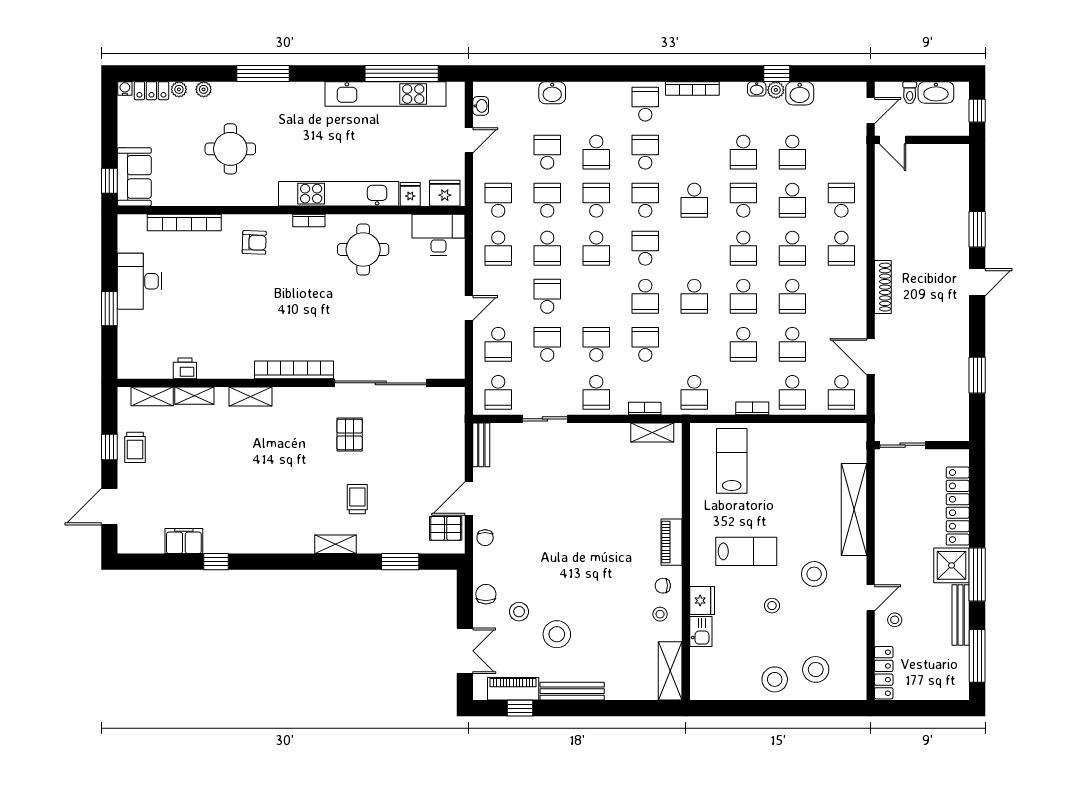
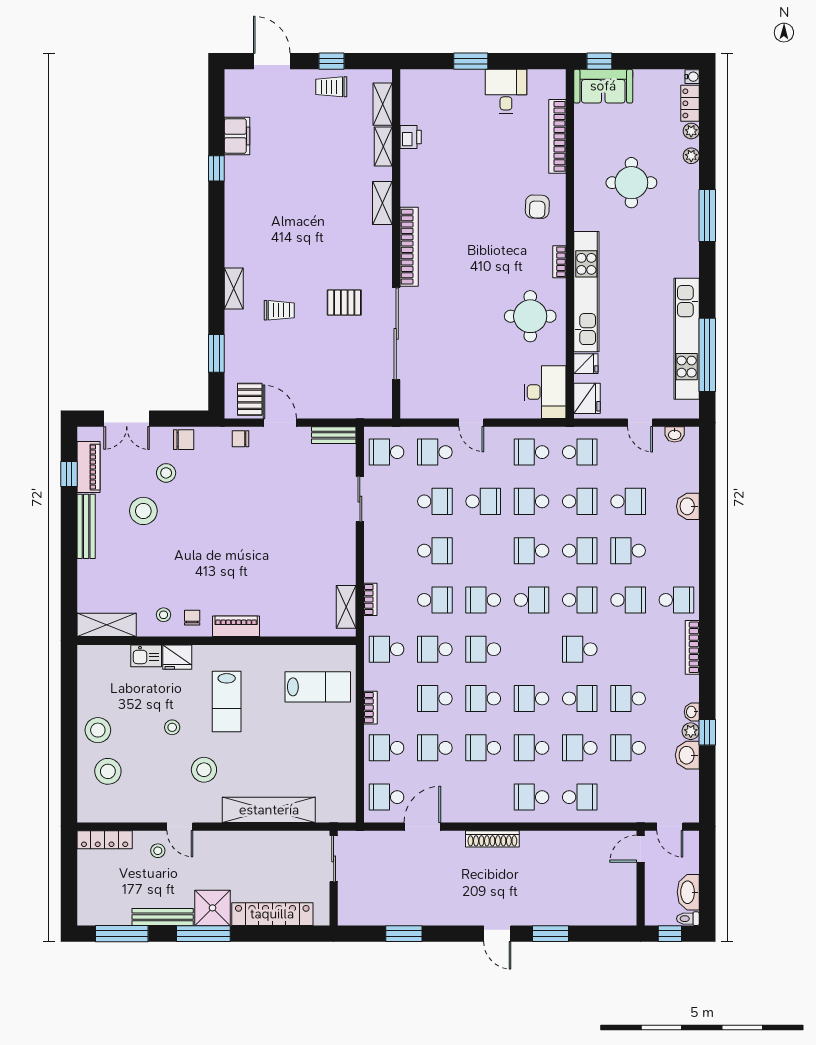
toilet: (910, 93) -> (688, 919), moved
desk: (140, 281) -> (506, 91), width x0.73
school desk: (596, 392) -> (435, 649), moved

